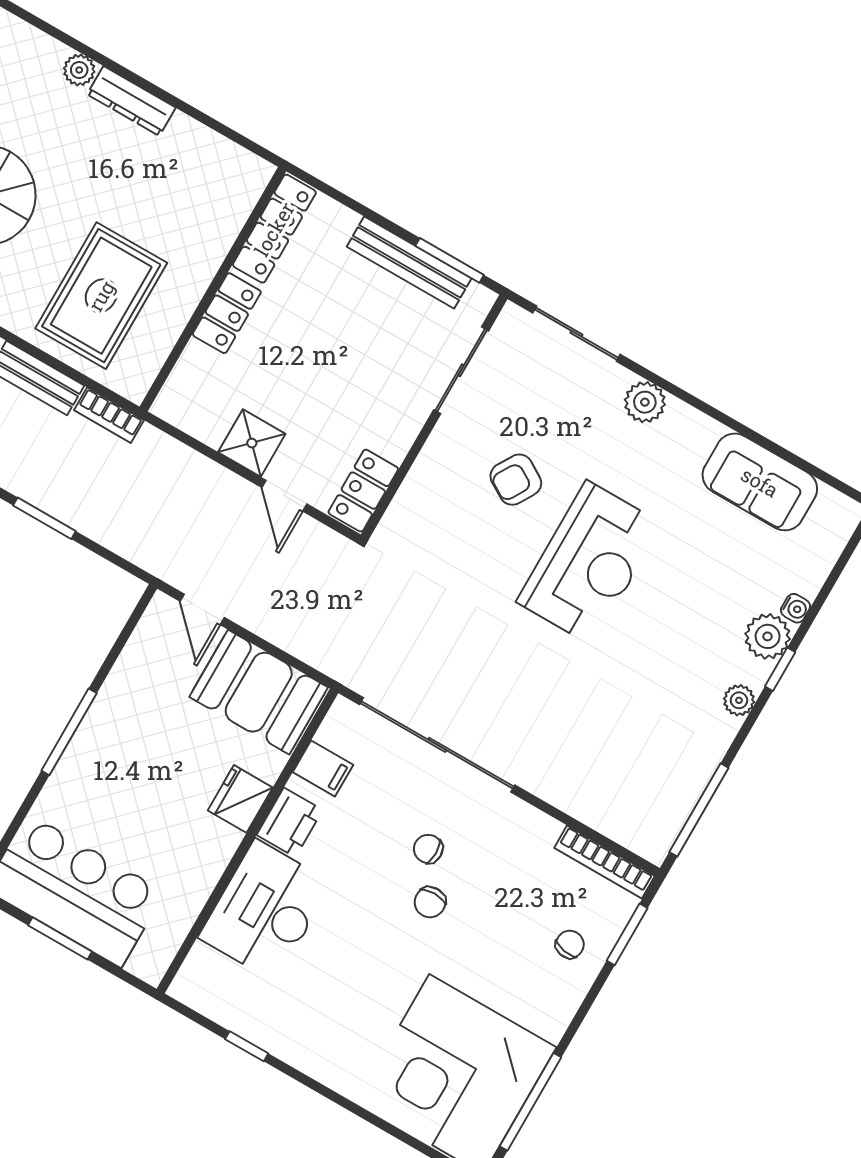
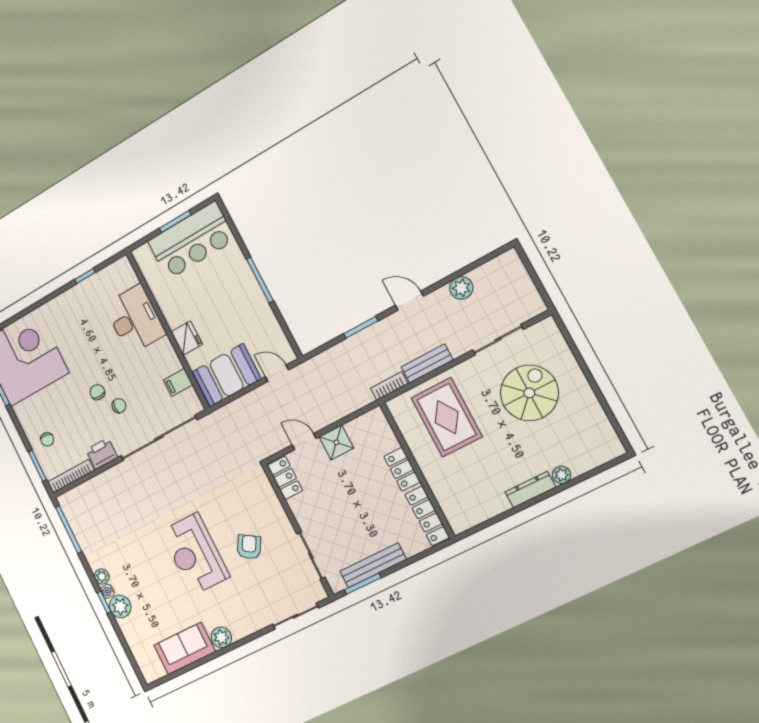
plant: (645, 402) -> (221, 637), moved
water cooler: (795, 608) -> (108, 591), moved
printer: (290, 822) -> (102, 454), moved, turned 90

